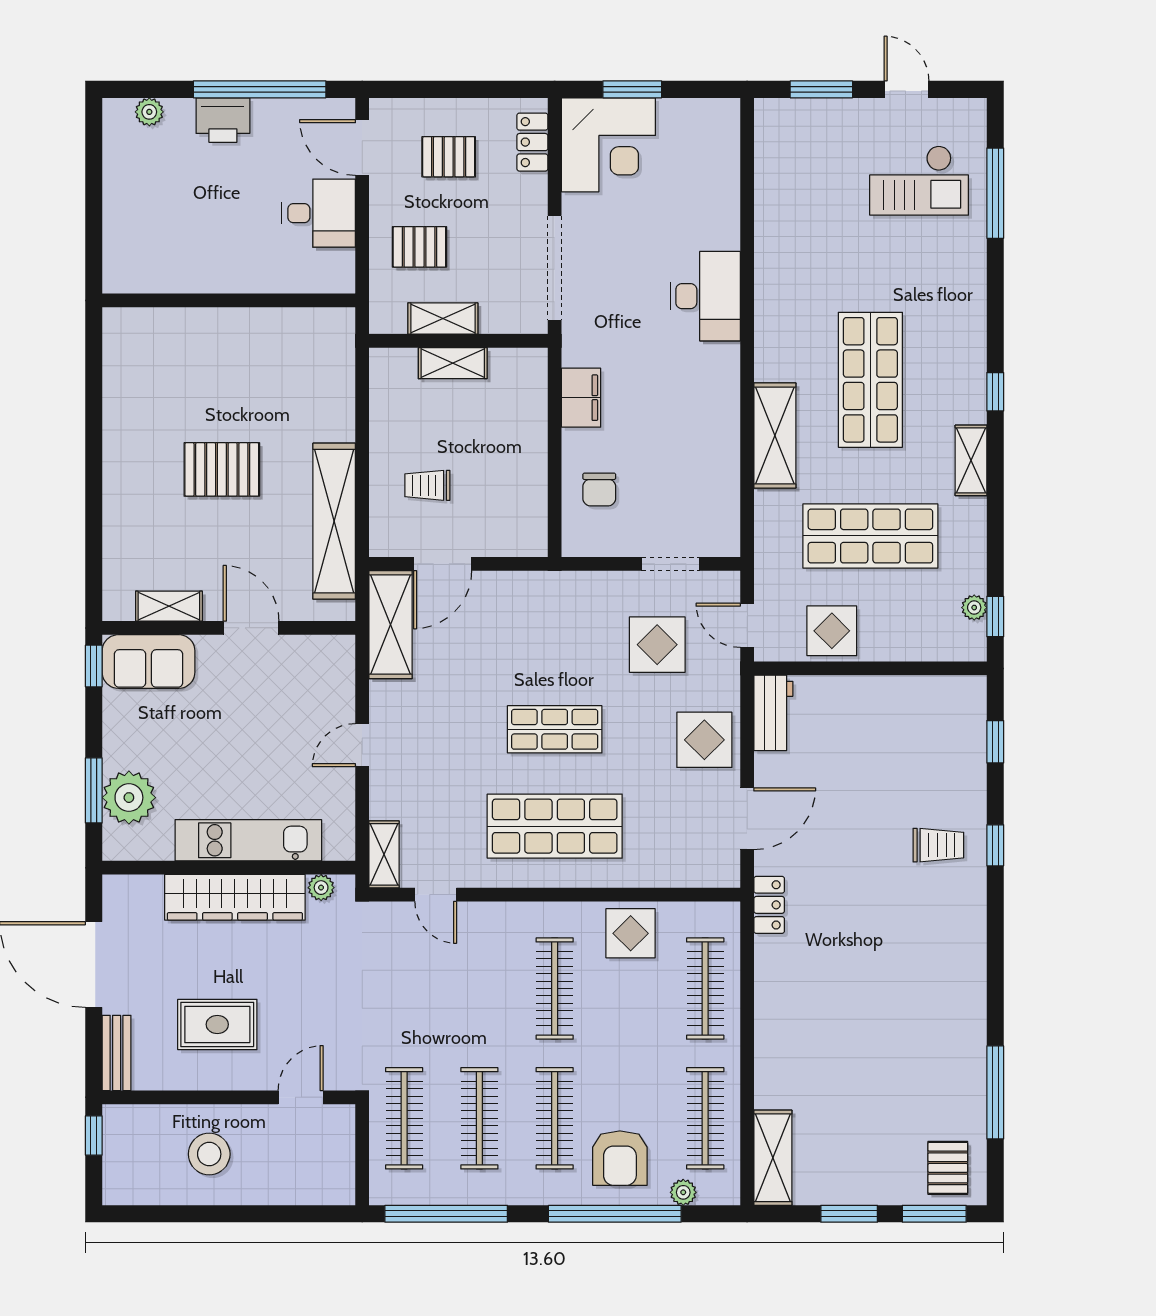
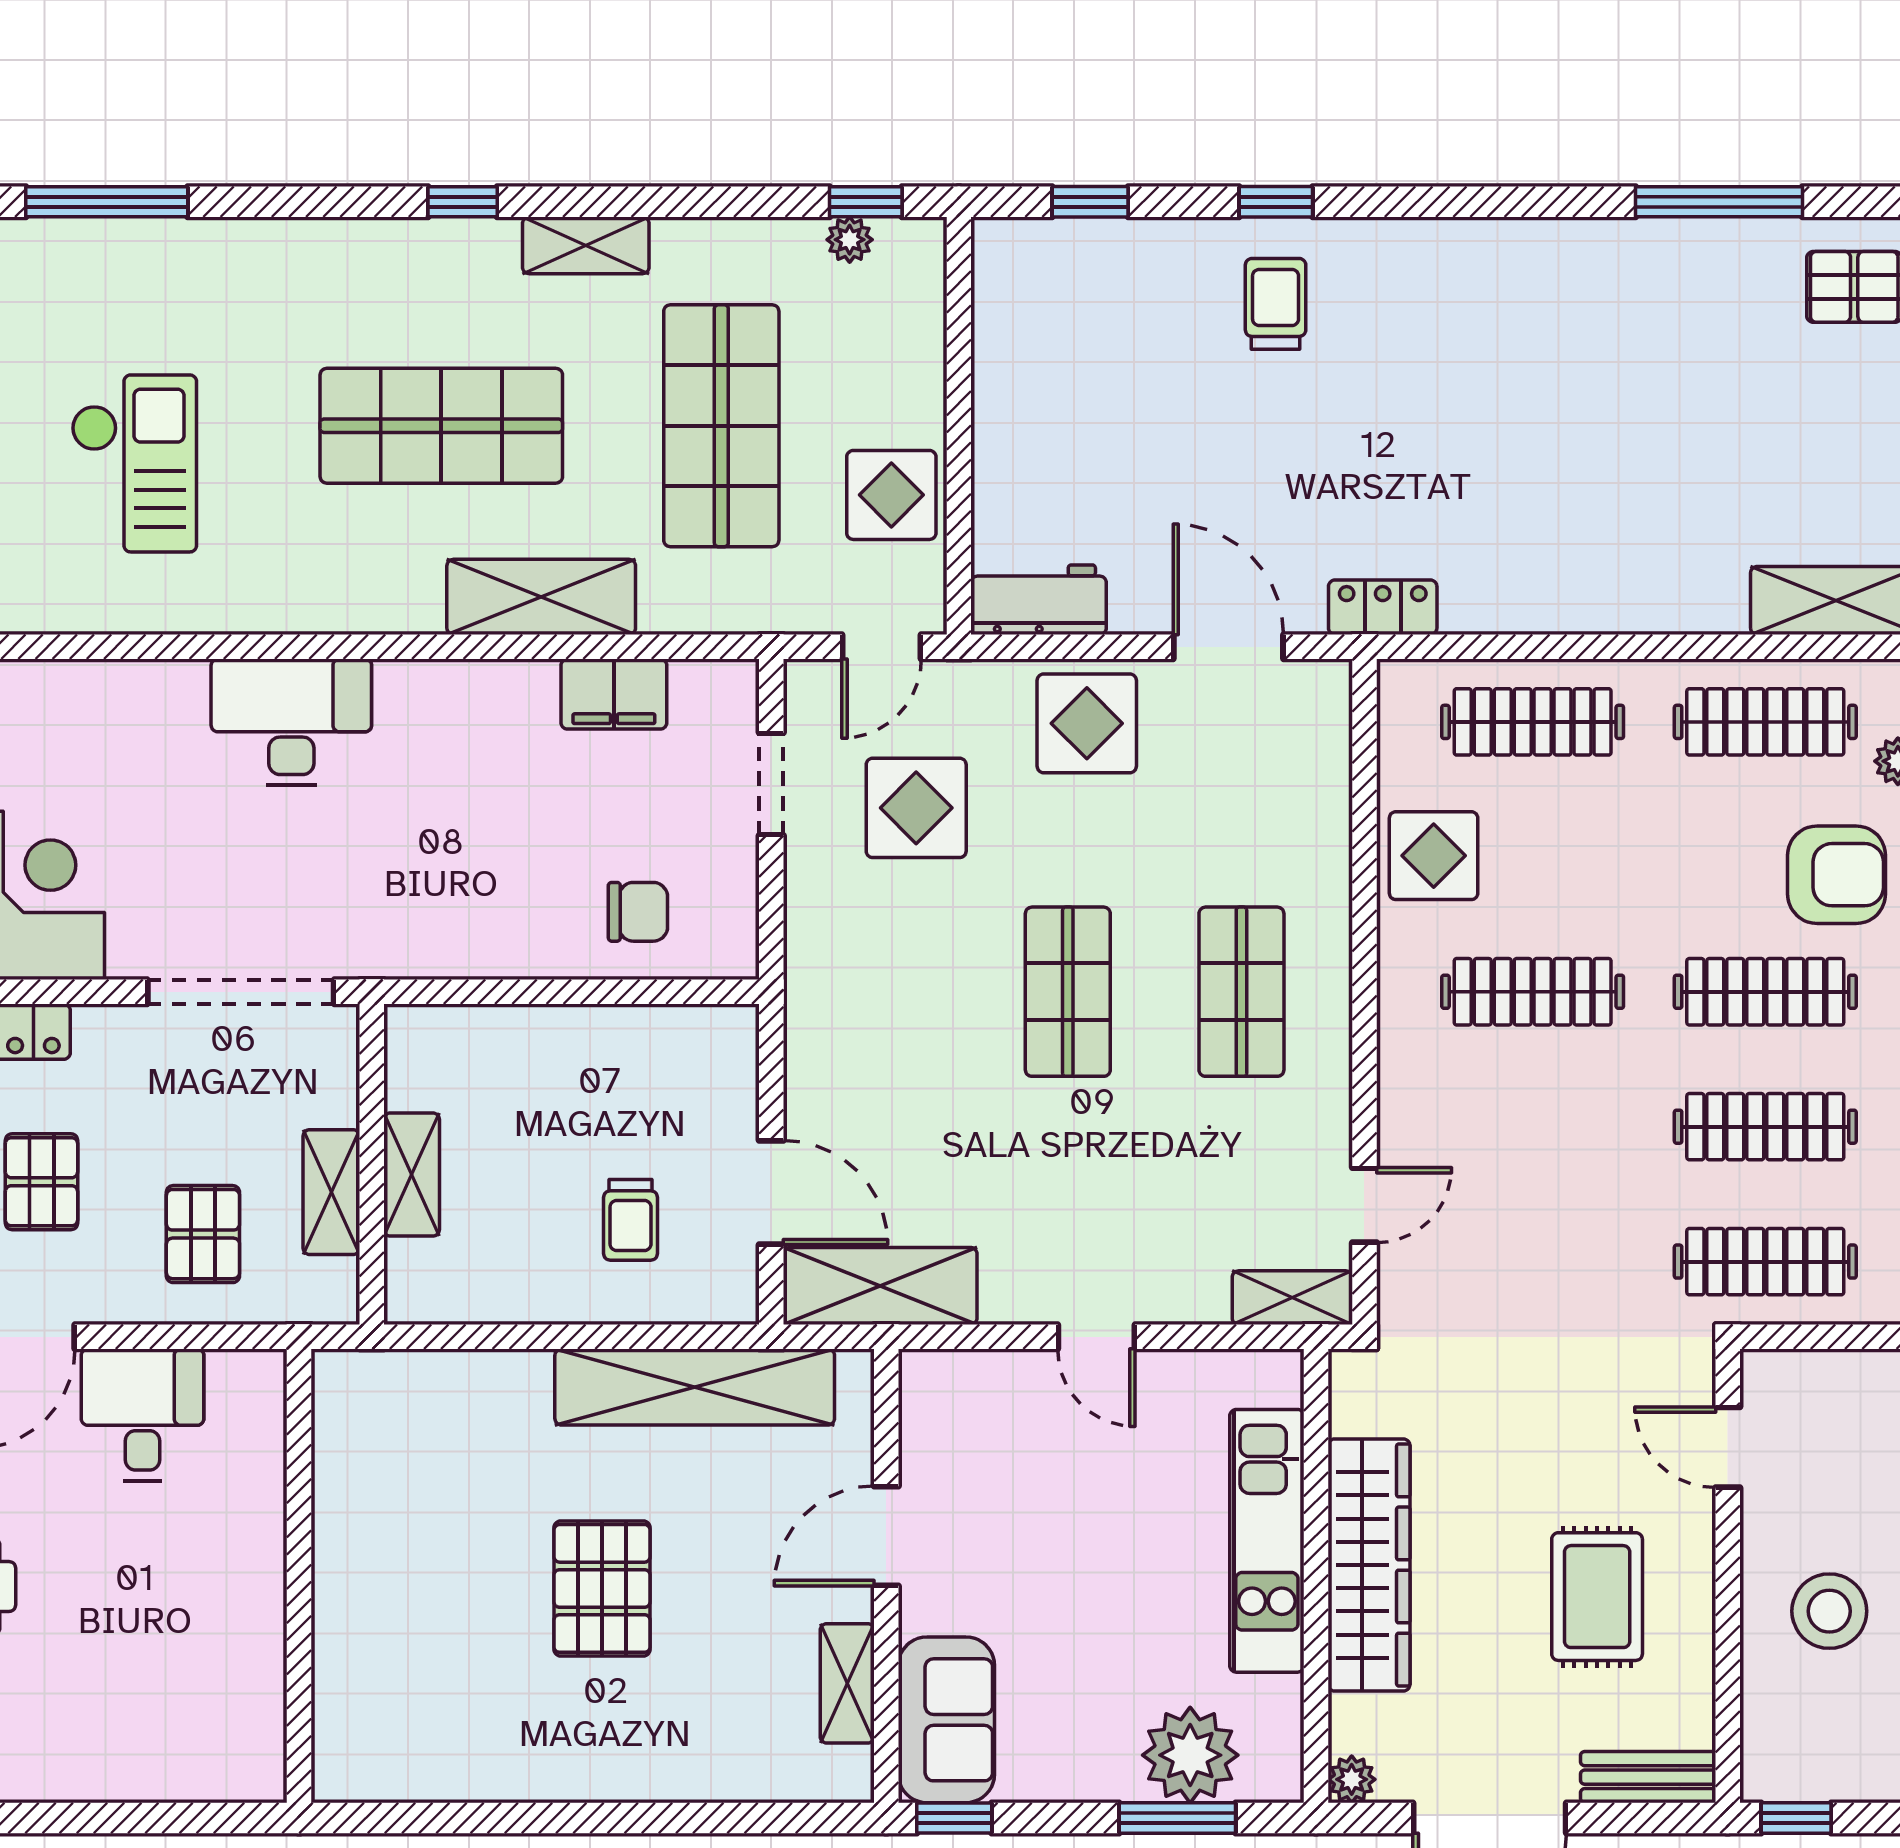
checkout: (919, 180) -> (134, 463), moved
filing cabinet: (581, 398) -> (614, 694), moved, turned 180
shop shelf: (555, 826) -> (1241, 992), width x0.70, depth x0.74
plant: (321, 888) -> (1352, 1779), moved

